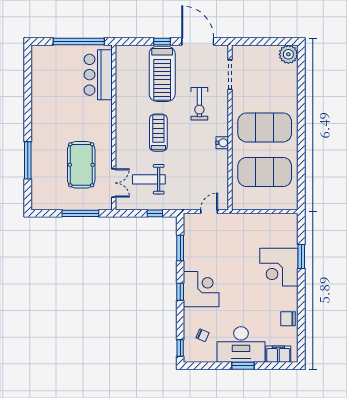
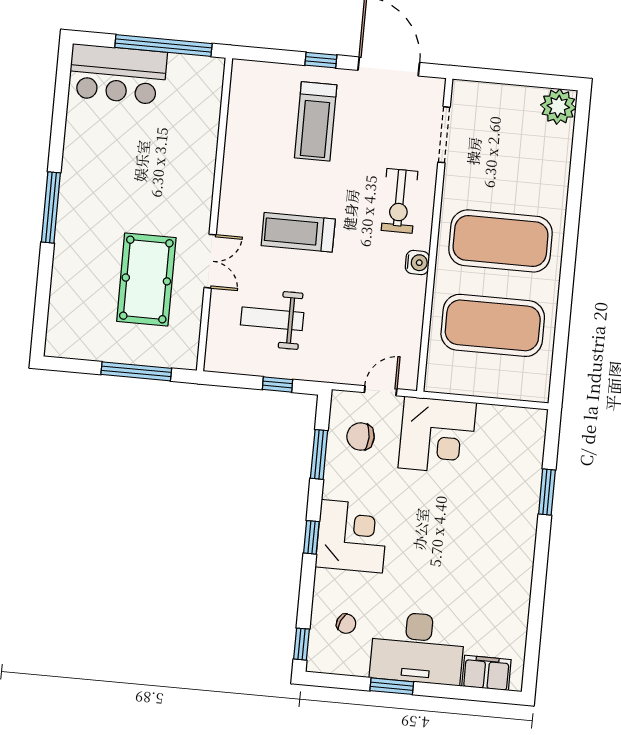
treadmill: (162, 74) -> (316, 121), width x0.73, depth x0.73
bar counter: (98, 75) -> (118, 74), moved, turned -90
exercise bike: (199, 104) -> (399, 201), moved
treadmill: (158, 133) -> (298, 232), turned -90
window: (28, 160) -> (51, 207), moved
double door: (114, 183) -> (210, 261), moved
corner desk: (279, 267) -> (437, 435), moved, turned -90
chair: (288, 319) -> (361, 436), moved
window: (243, 366) -> (392, 686), moved

